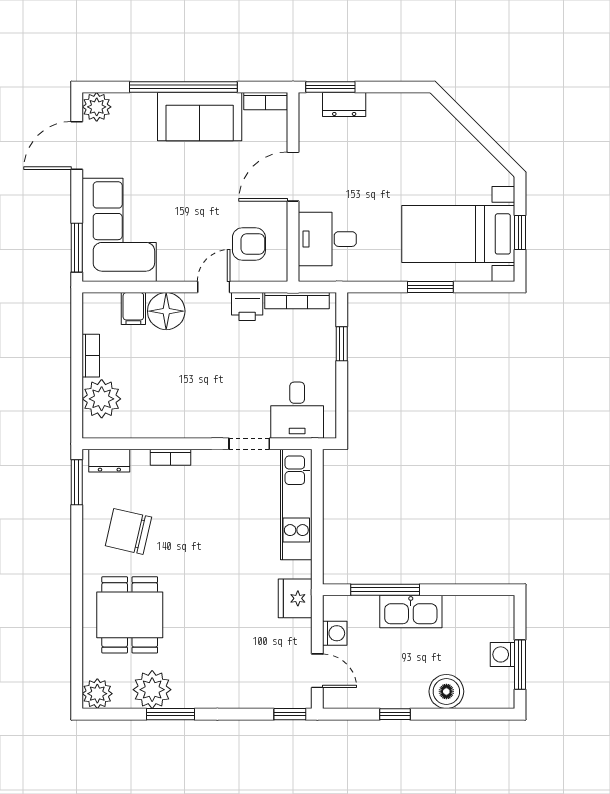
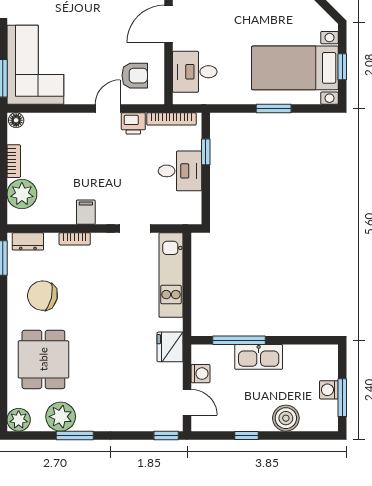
filing cabinet: (133, 309) -> (86, 212), moved, turned 180
floor lamp: (166, 311) -> (16, 120), moved, width x0.53, depth x0.53
desk: (297, 410) -> (180, 171), moved, turned -90

